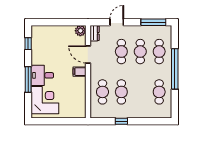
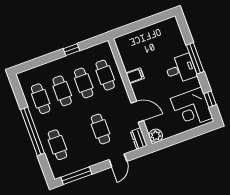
cafe table: (140, 52) -> (62, 91), moved
filing cabinet: (80, 72) -> (135, 76), moved
corner desk: (45, 100) -> (192, 108), moved

